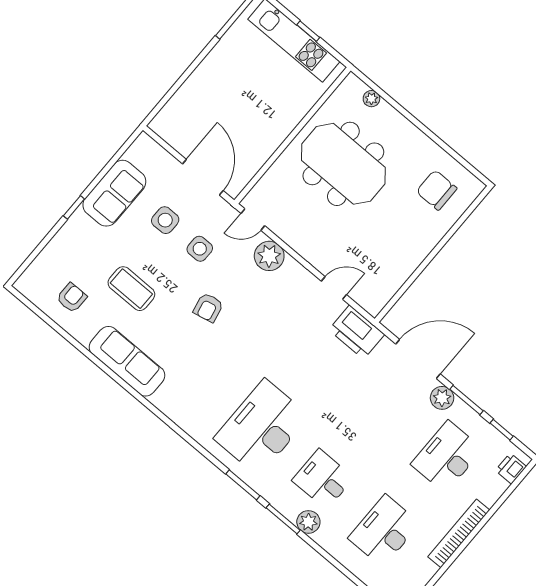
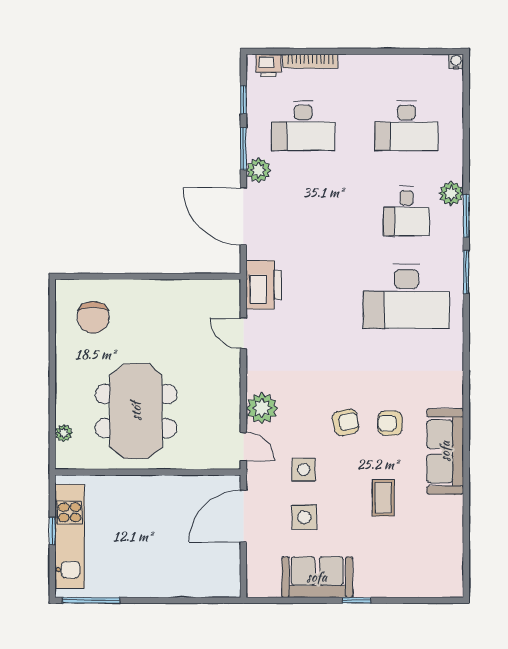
coffee table: (131, 289) -> (383, 498), width x0.73, depth x0.77
armchair: (72, 298) -> (390, 423), moved
bookcase: (459, 533) -> (310, 61), moved, width x0.68, depth x0.76

